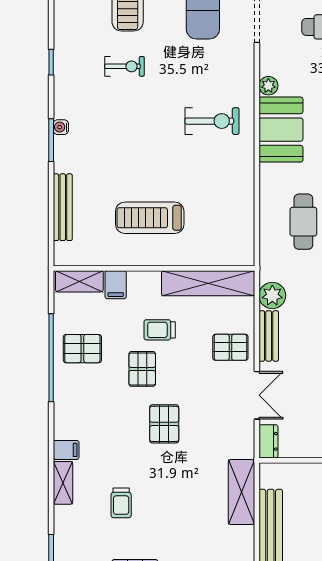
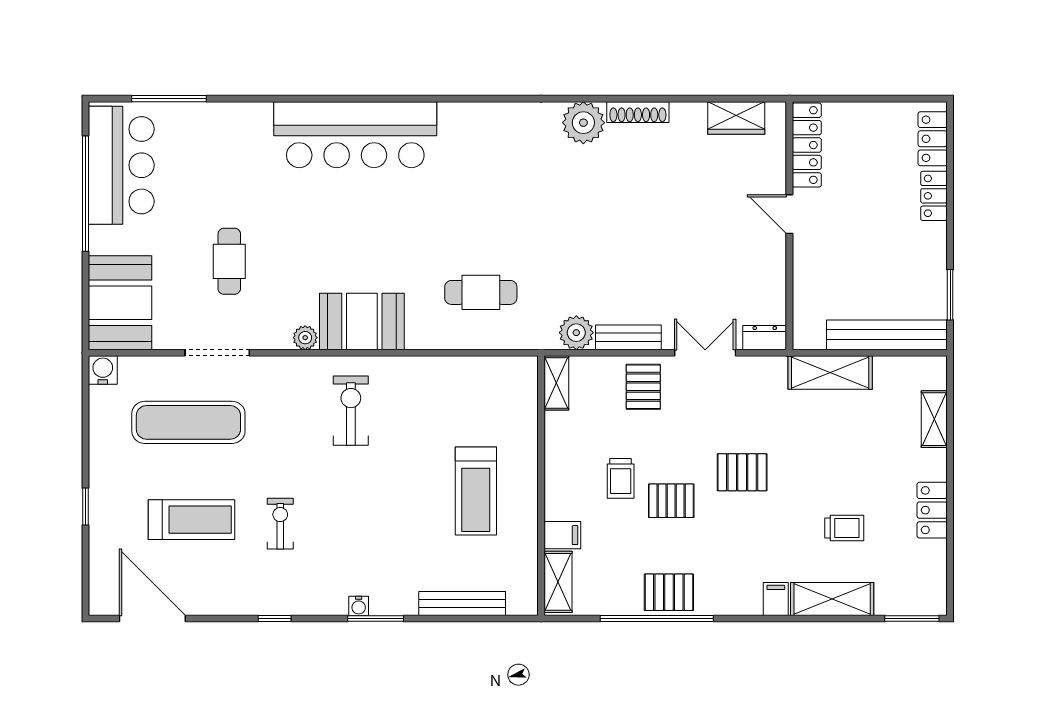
shelving: (208, 283) -> (556, 383), width x0.45, depth x0.75
pallet: (82, 349) -> (669, 592), moved, turned 90
shelving: (63, 483) -> (832, 599), width x1.50, depth x1.33

